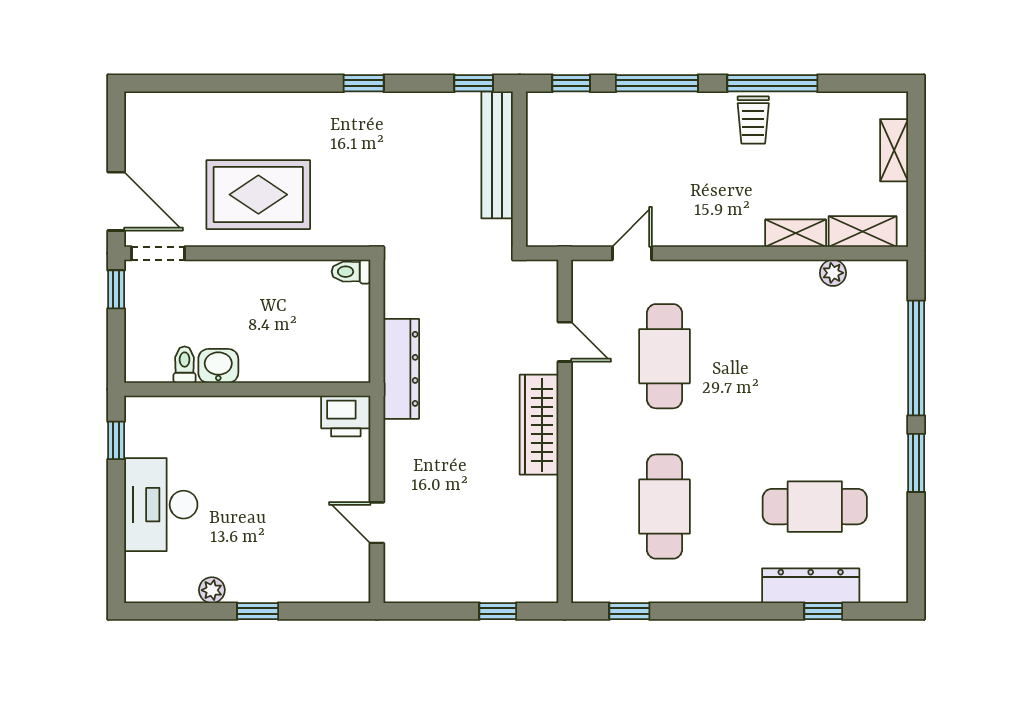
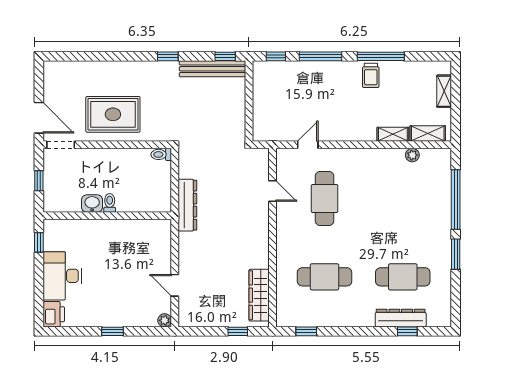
bench: (497, 155) -> (212, 69), moved, turned 90
window: (116, 289) -> (39, 181), moved
toilet: (185, 365) -> (110, 203), moved
printer: (346, 416) -> (54, 314), moved, turned -90
wardrobe: (539, 425) -> (259, 295), moved
cafe table: (664, 507) -> (325, 277), turned 90
plant: (212, 590) -> (165, 320), moved

